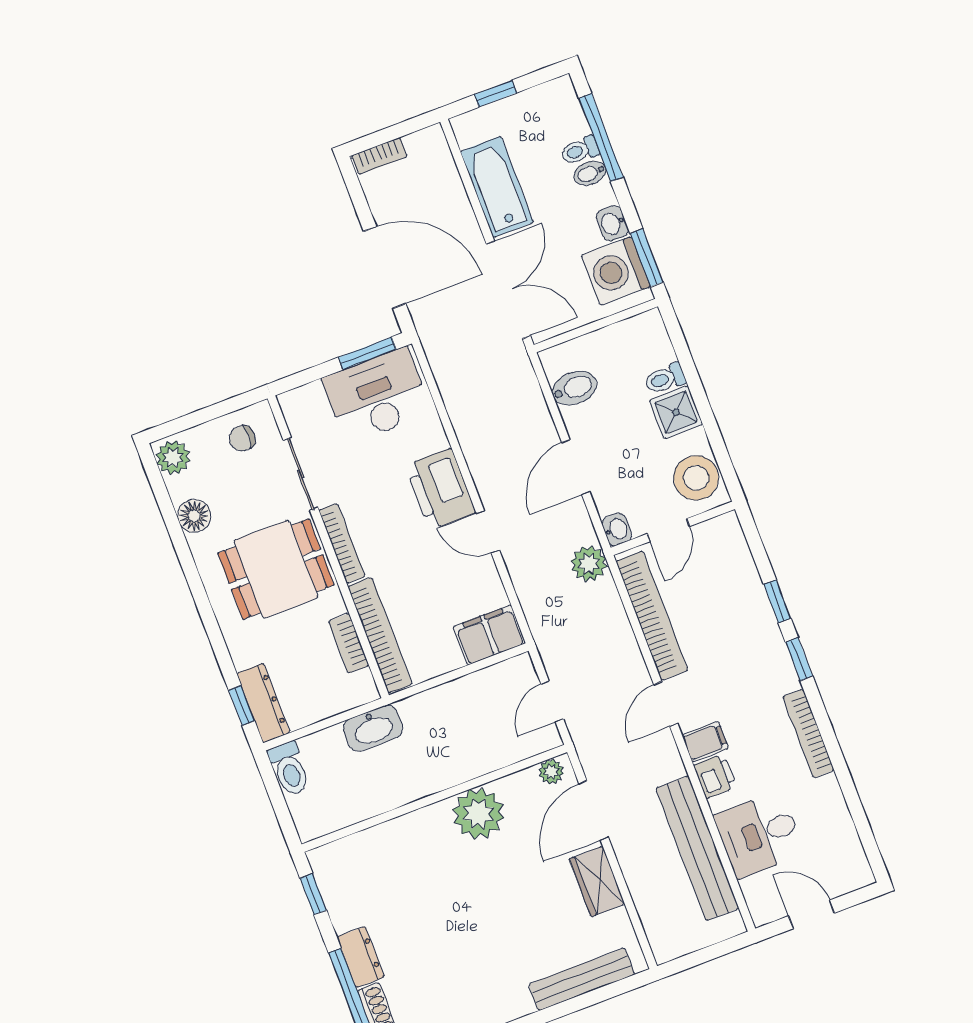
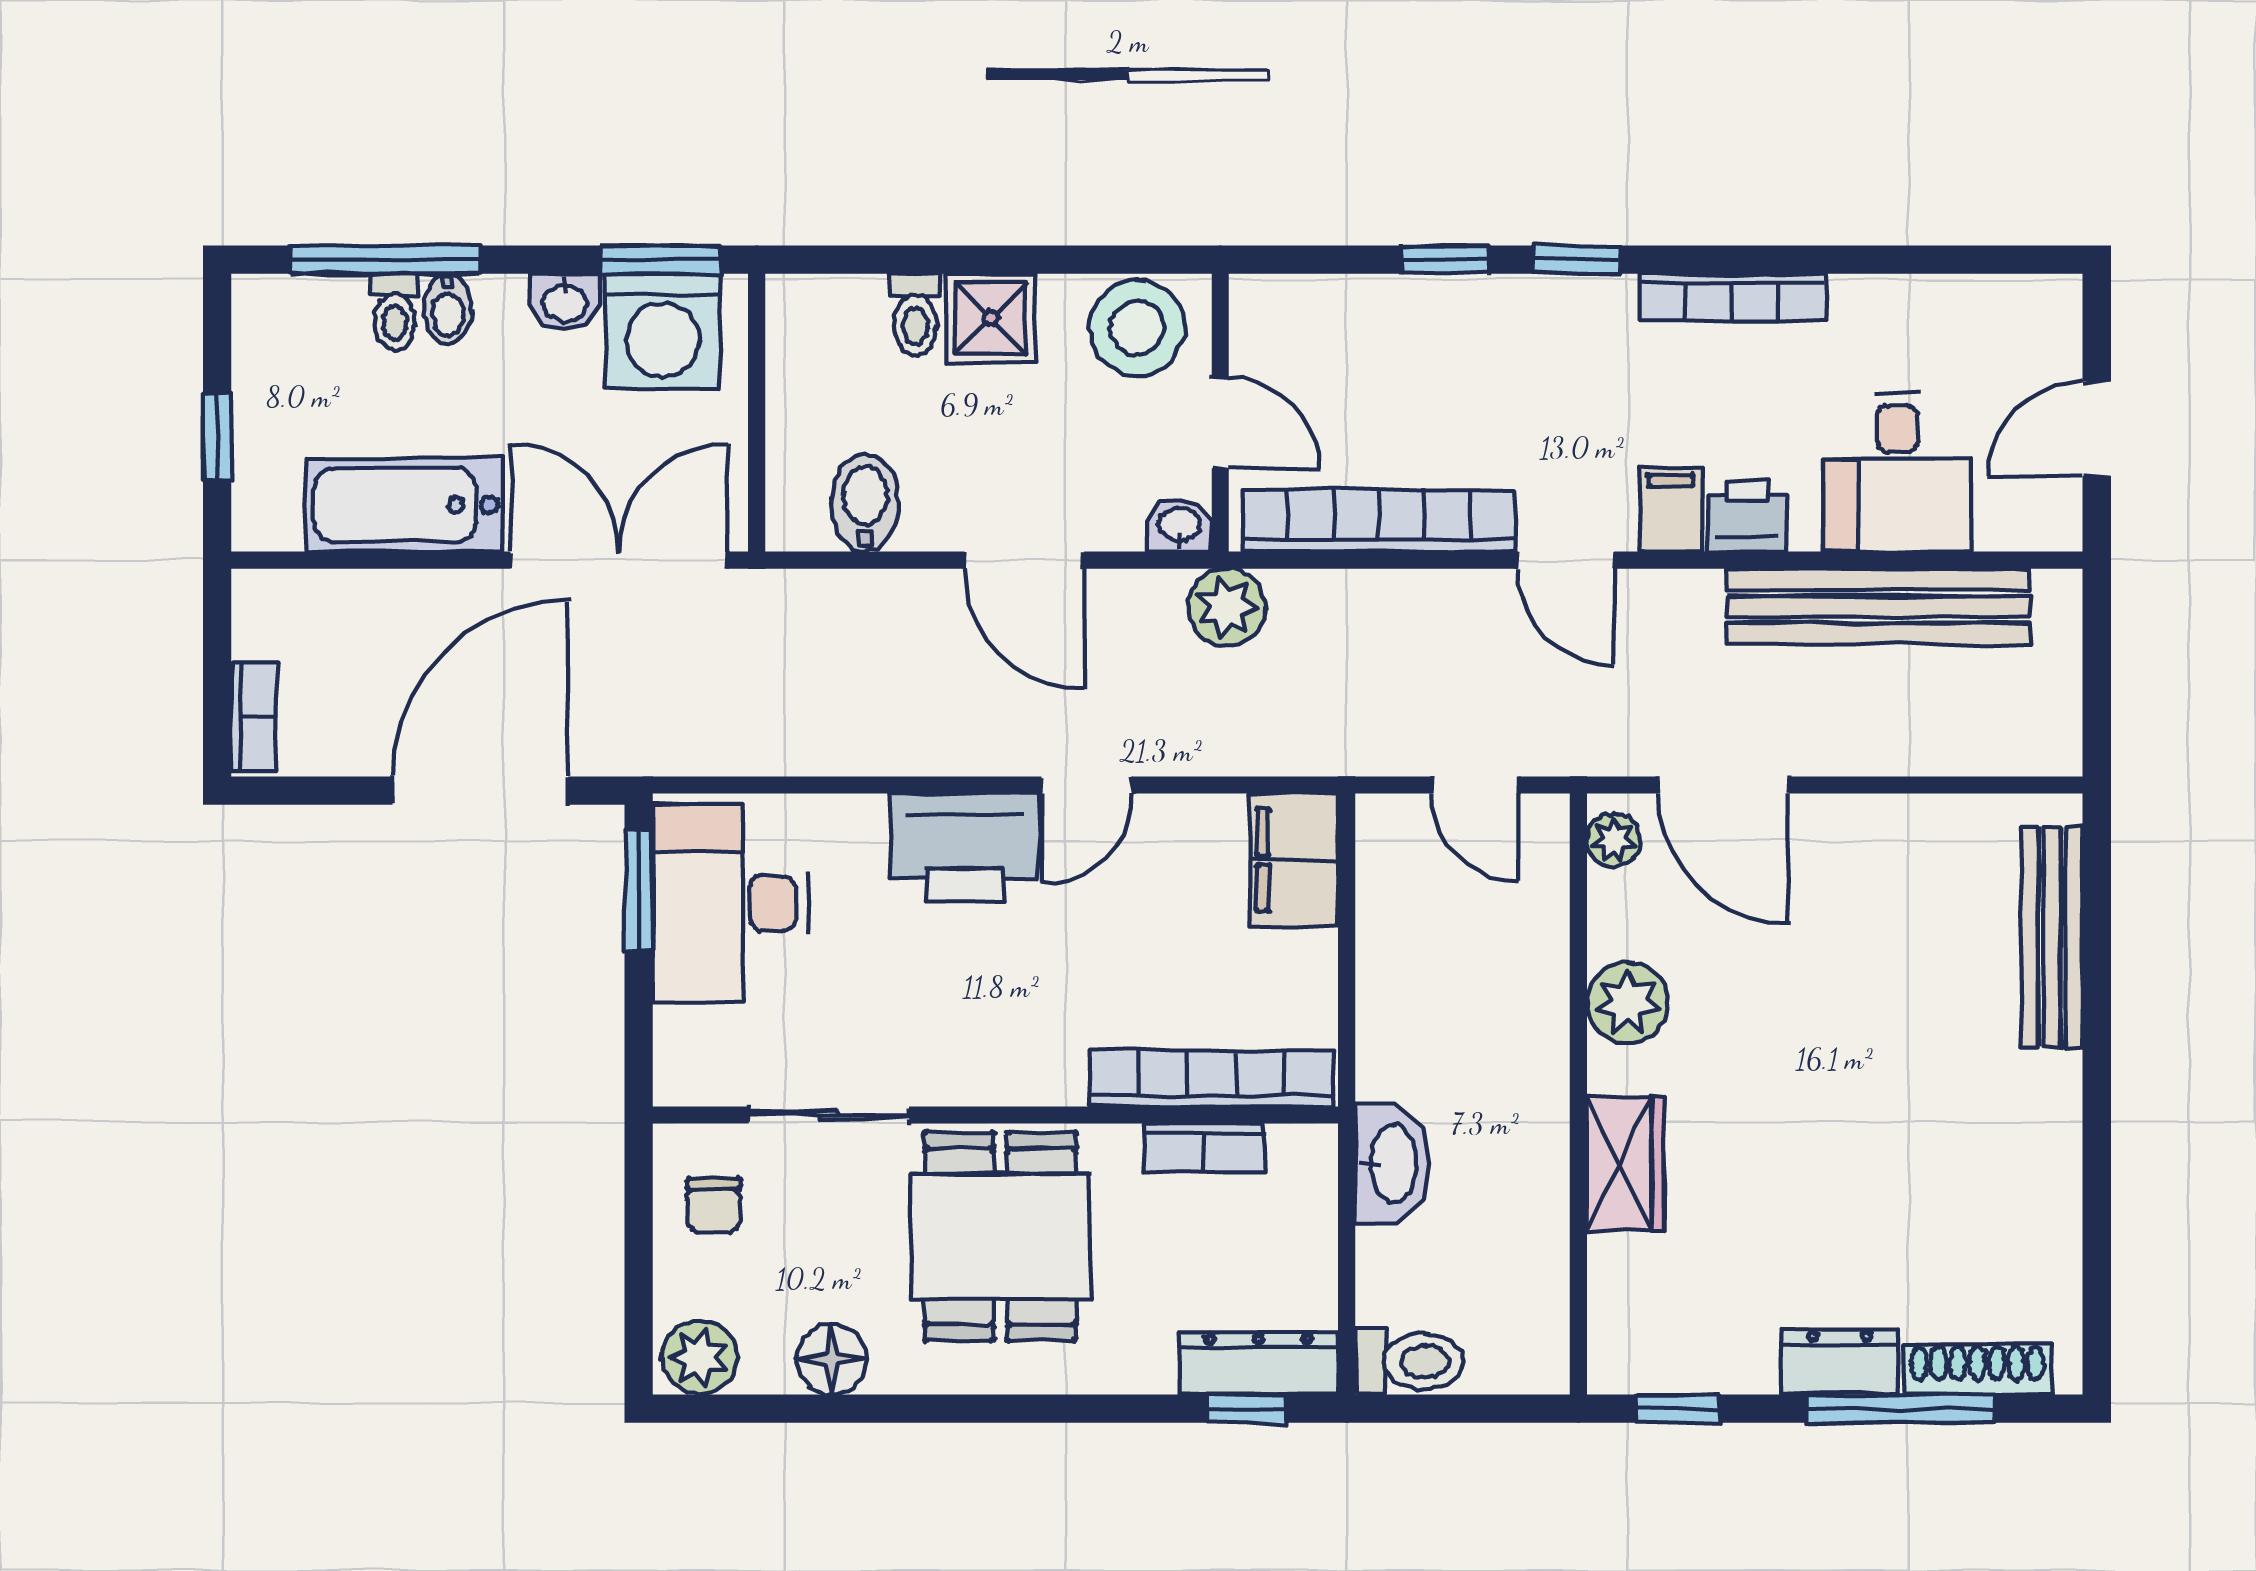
bookcase: (342, 543) -> (999, 1085), removed
plant: (478, 814) -> (1628, 1003), width x0.73, depth x0.73
wardrobe: (597, 881) -> (1625, 1164), moved, turned -90

